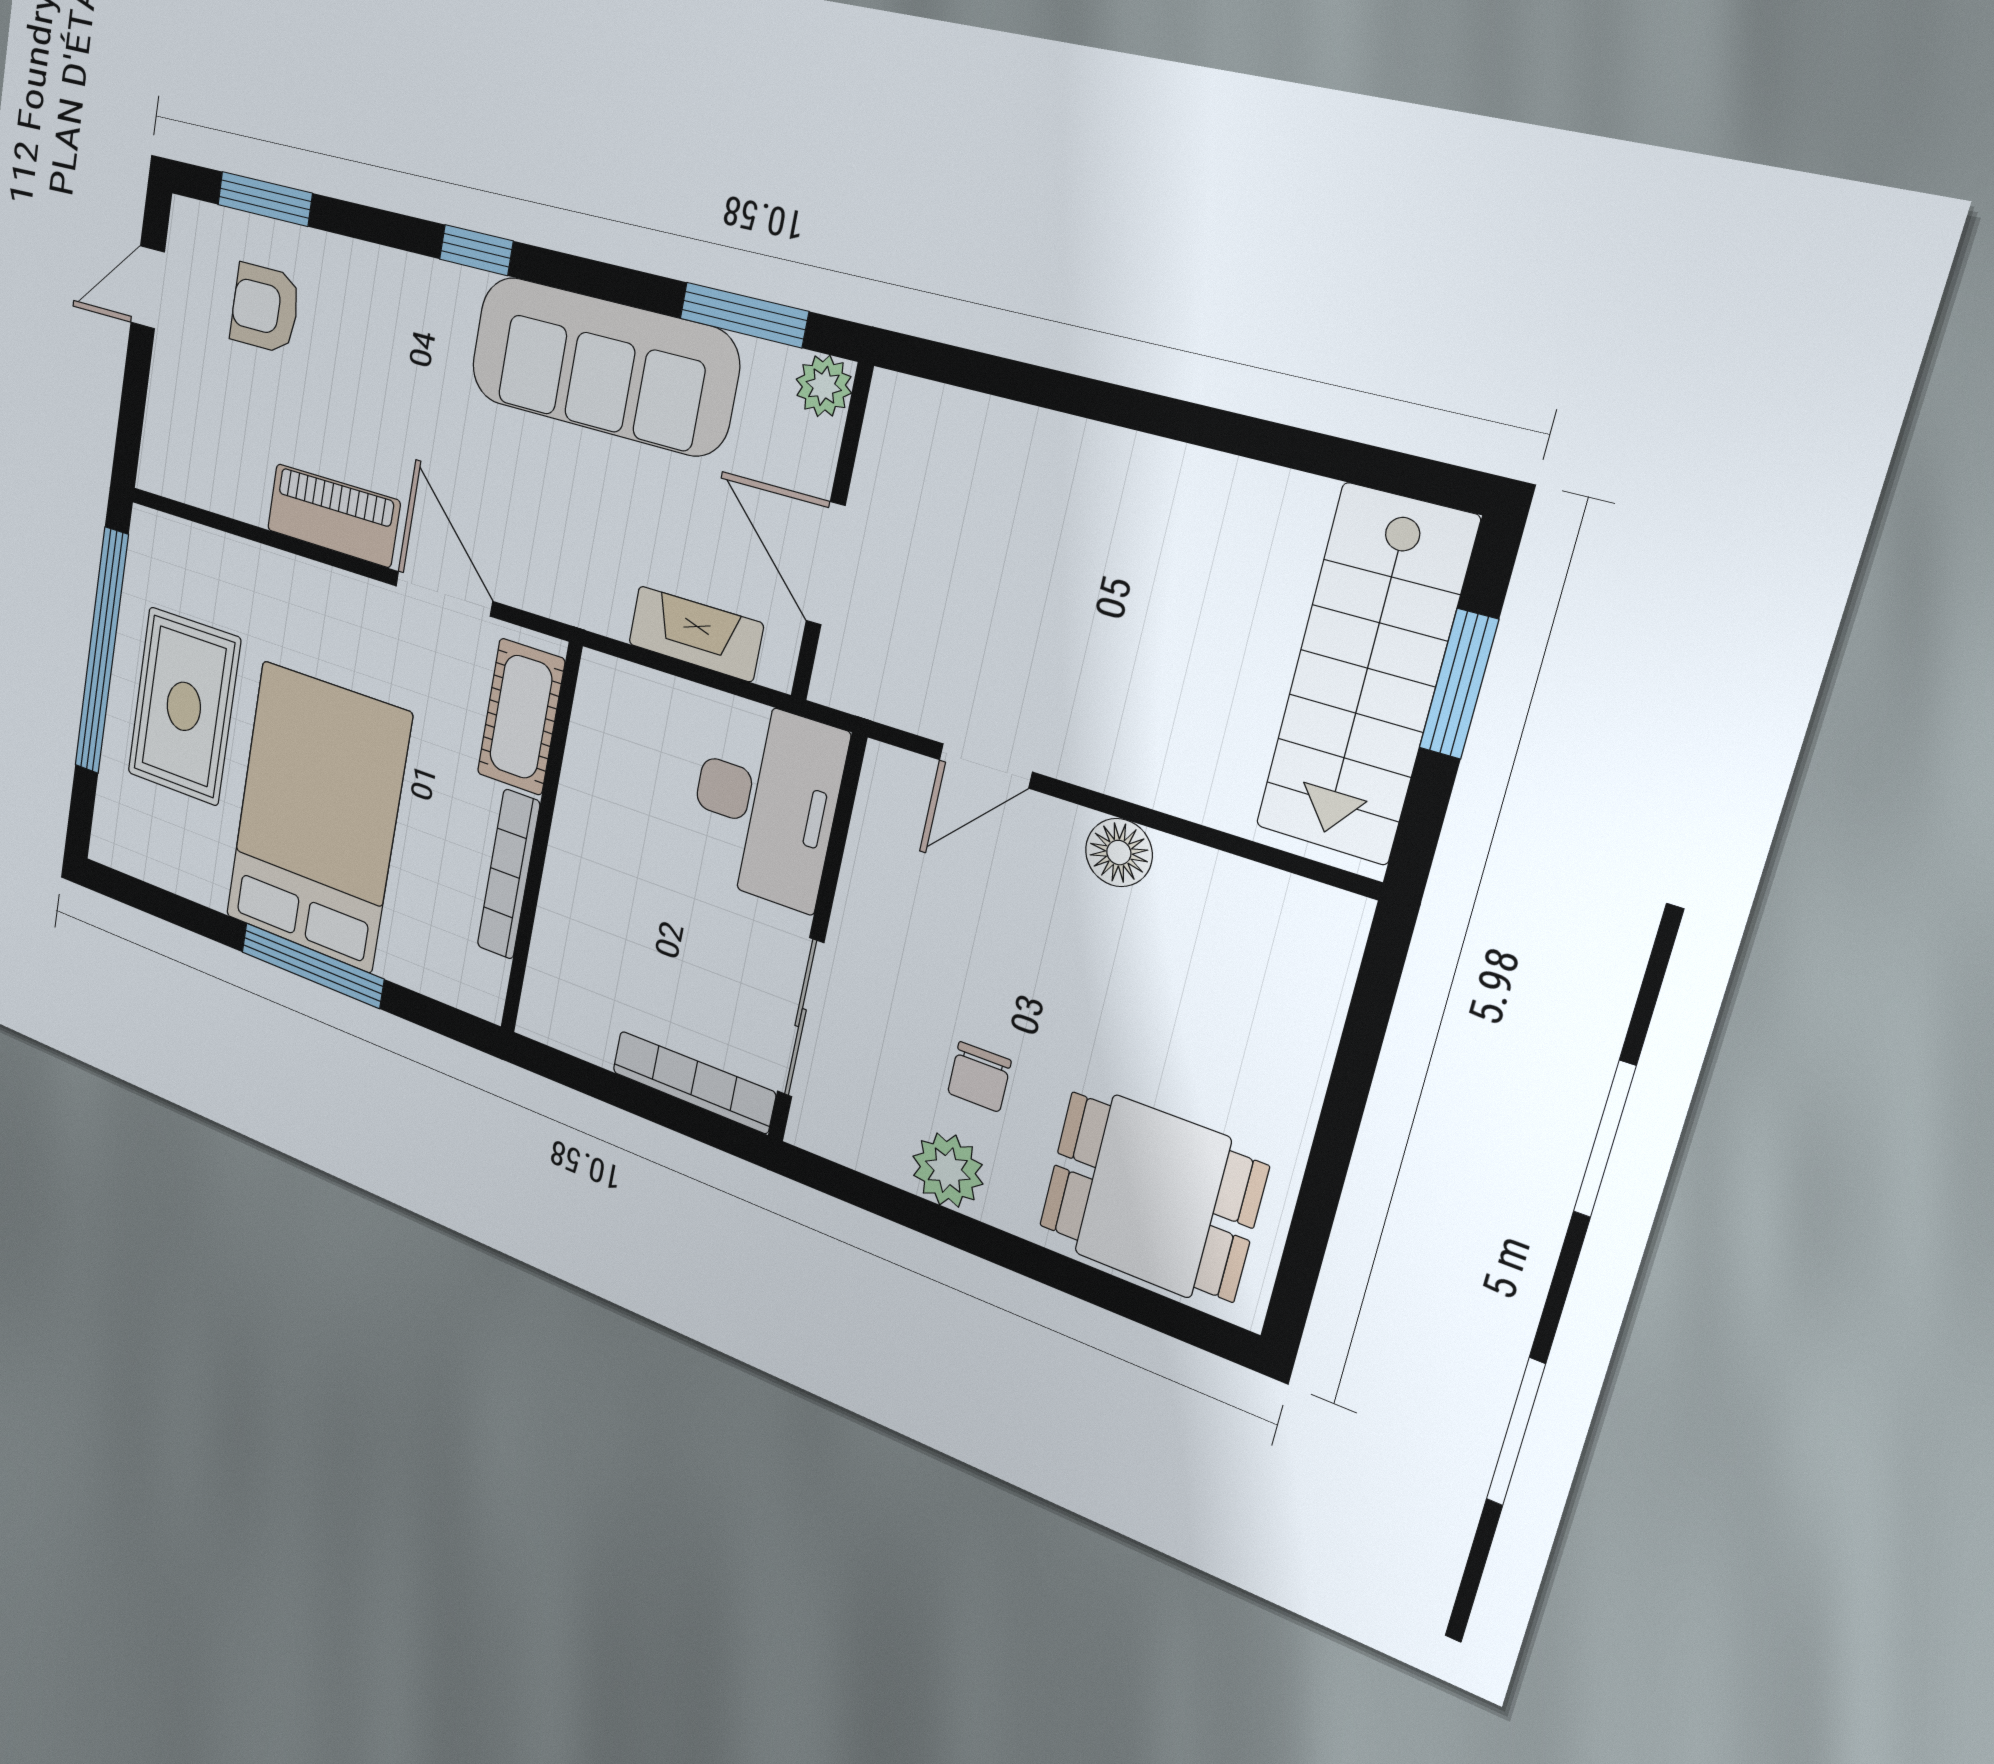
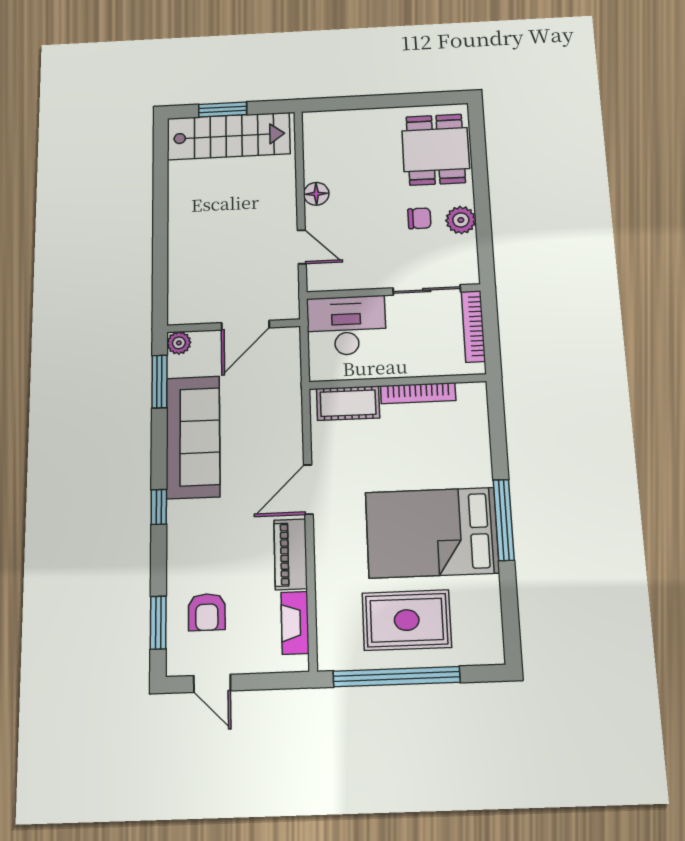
fireplace: (696, 634) -> (295, 623), moved
cot: (521, 717) -> (348, 403), moved
wall: (541, 841) -> (398, 382), moved
bookcase: (508, 874) -> (418, 393), moved

